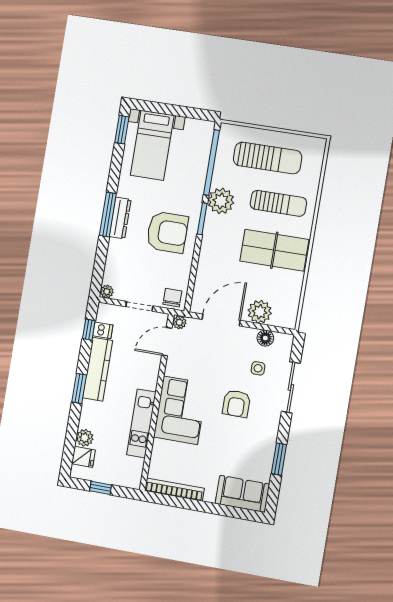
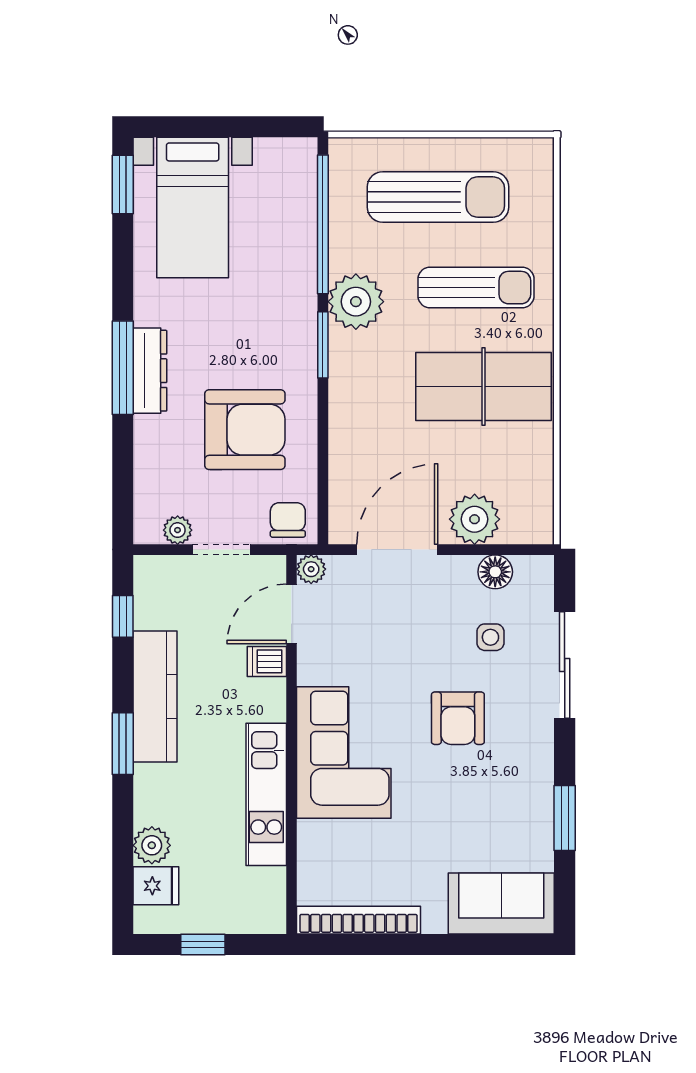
armchair: (167, 232) -> (245, 430), moved
plant: (107, 292) -> (178, 530), moved
dishwasher: (103, 330) -> (267, 661), moved, turned 180

